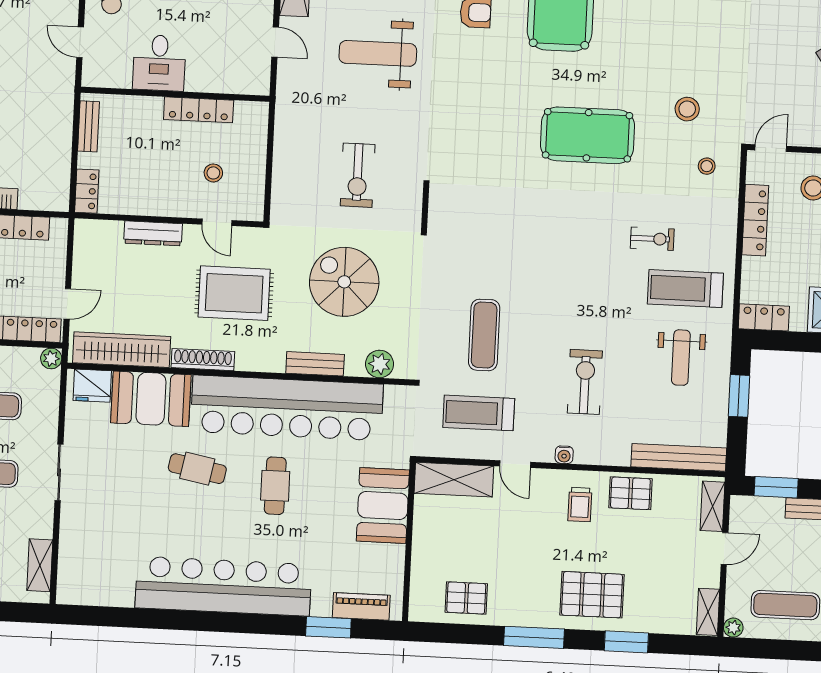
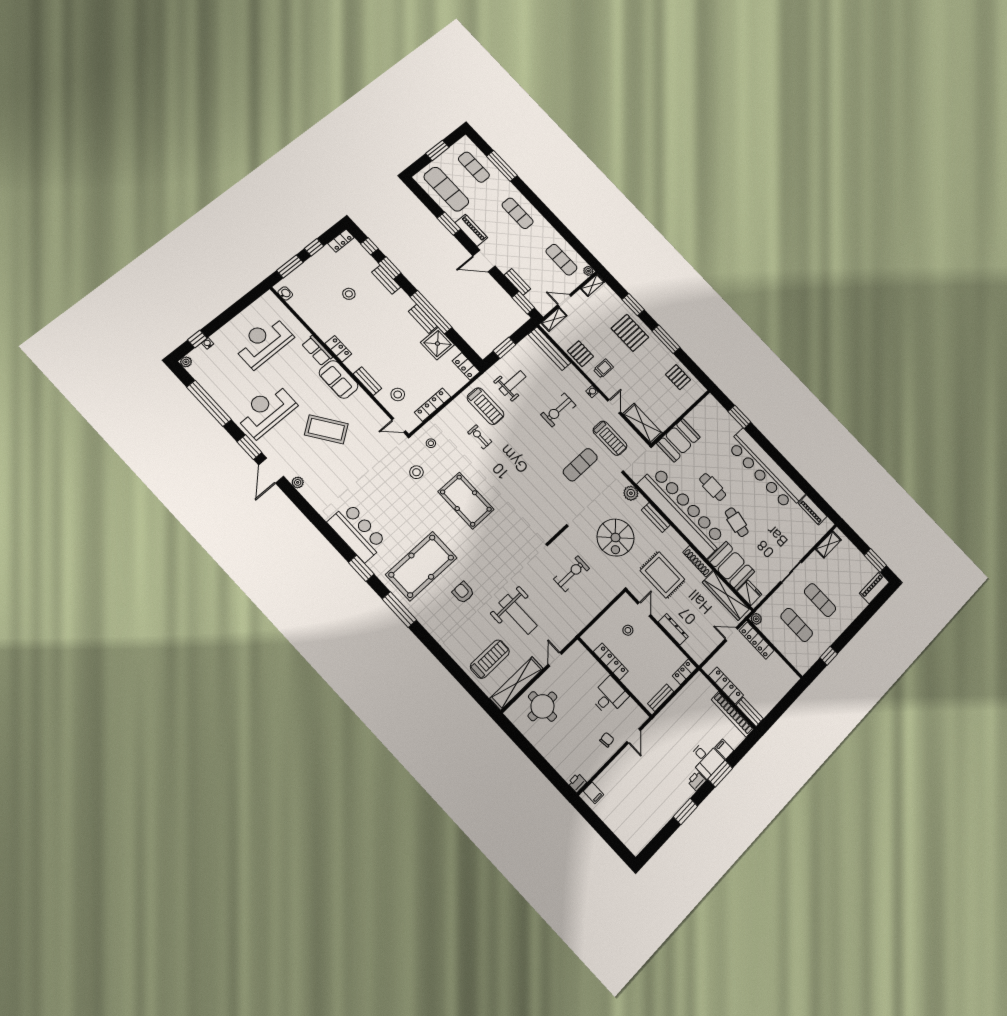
cafe table: (275, 486) -> (713, 487), turned 90
piano: (361, 606) -> (813, 510), moved

